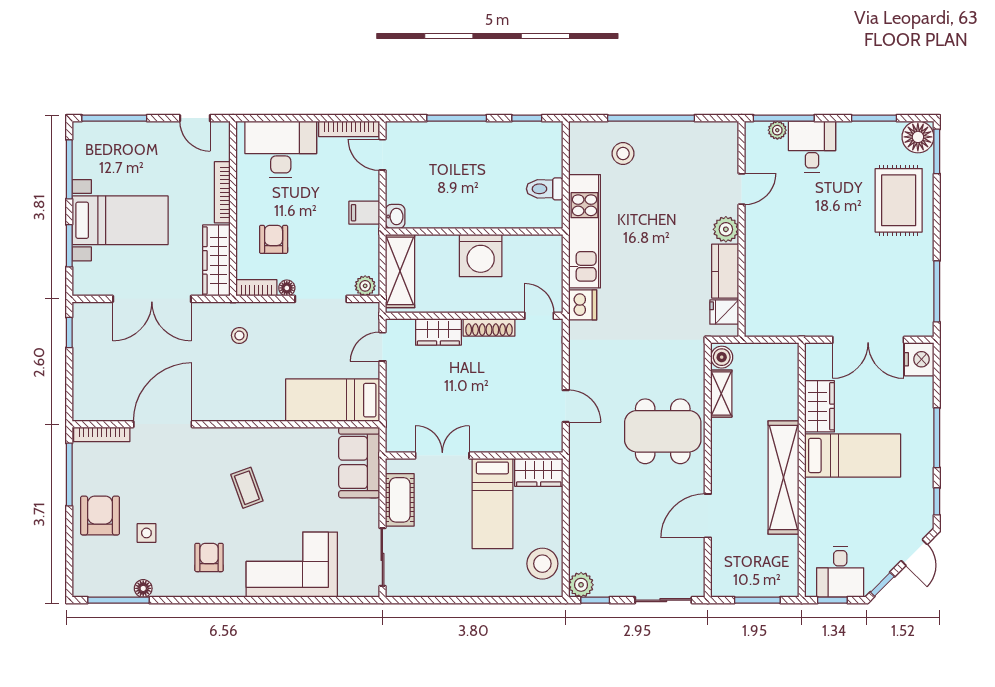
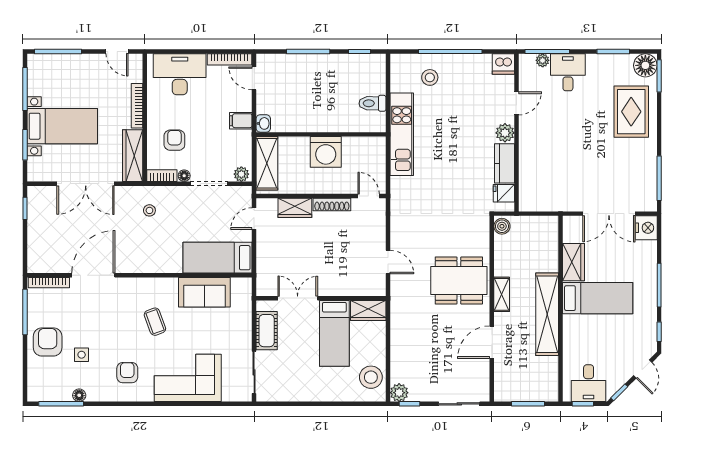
dishwasher: (583, 305) -> (503, 64), moved, turned 90
shelving: (721, 394) -> (502, 294), moved
sofa: (359, 462) -> (204, 292), moved, turned -90

